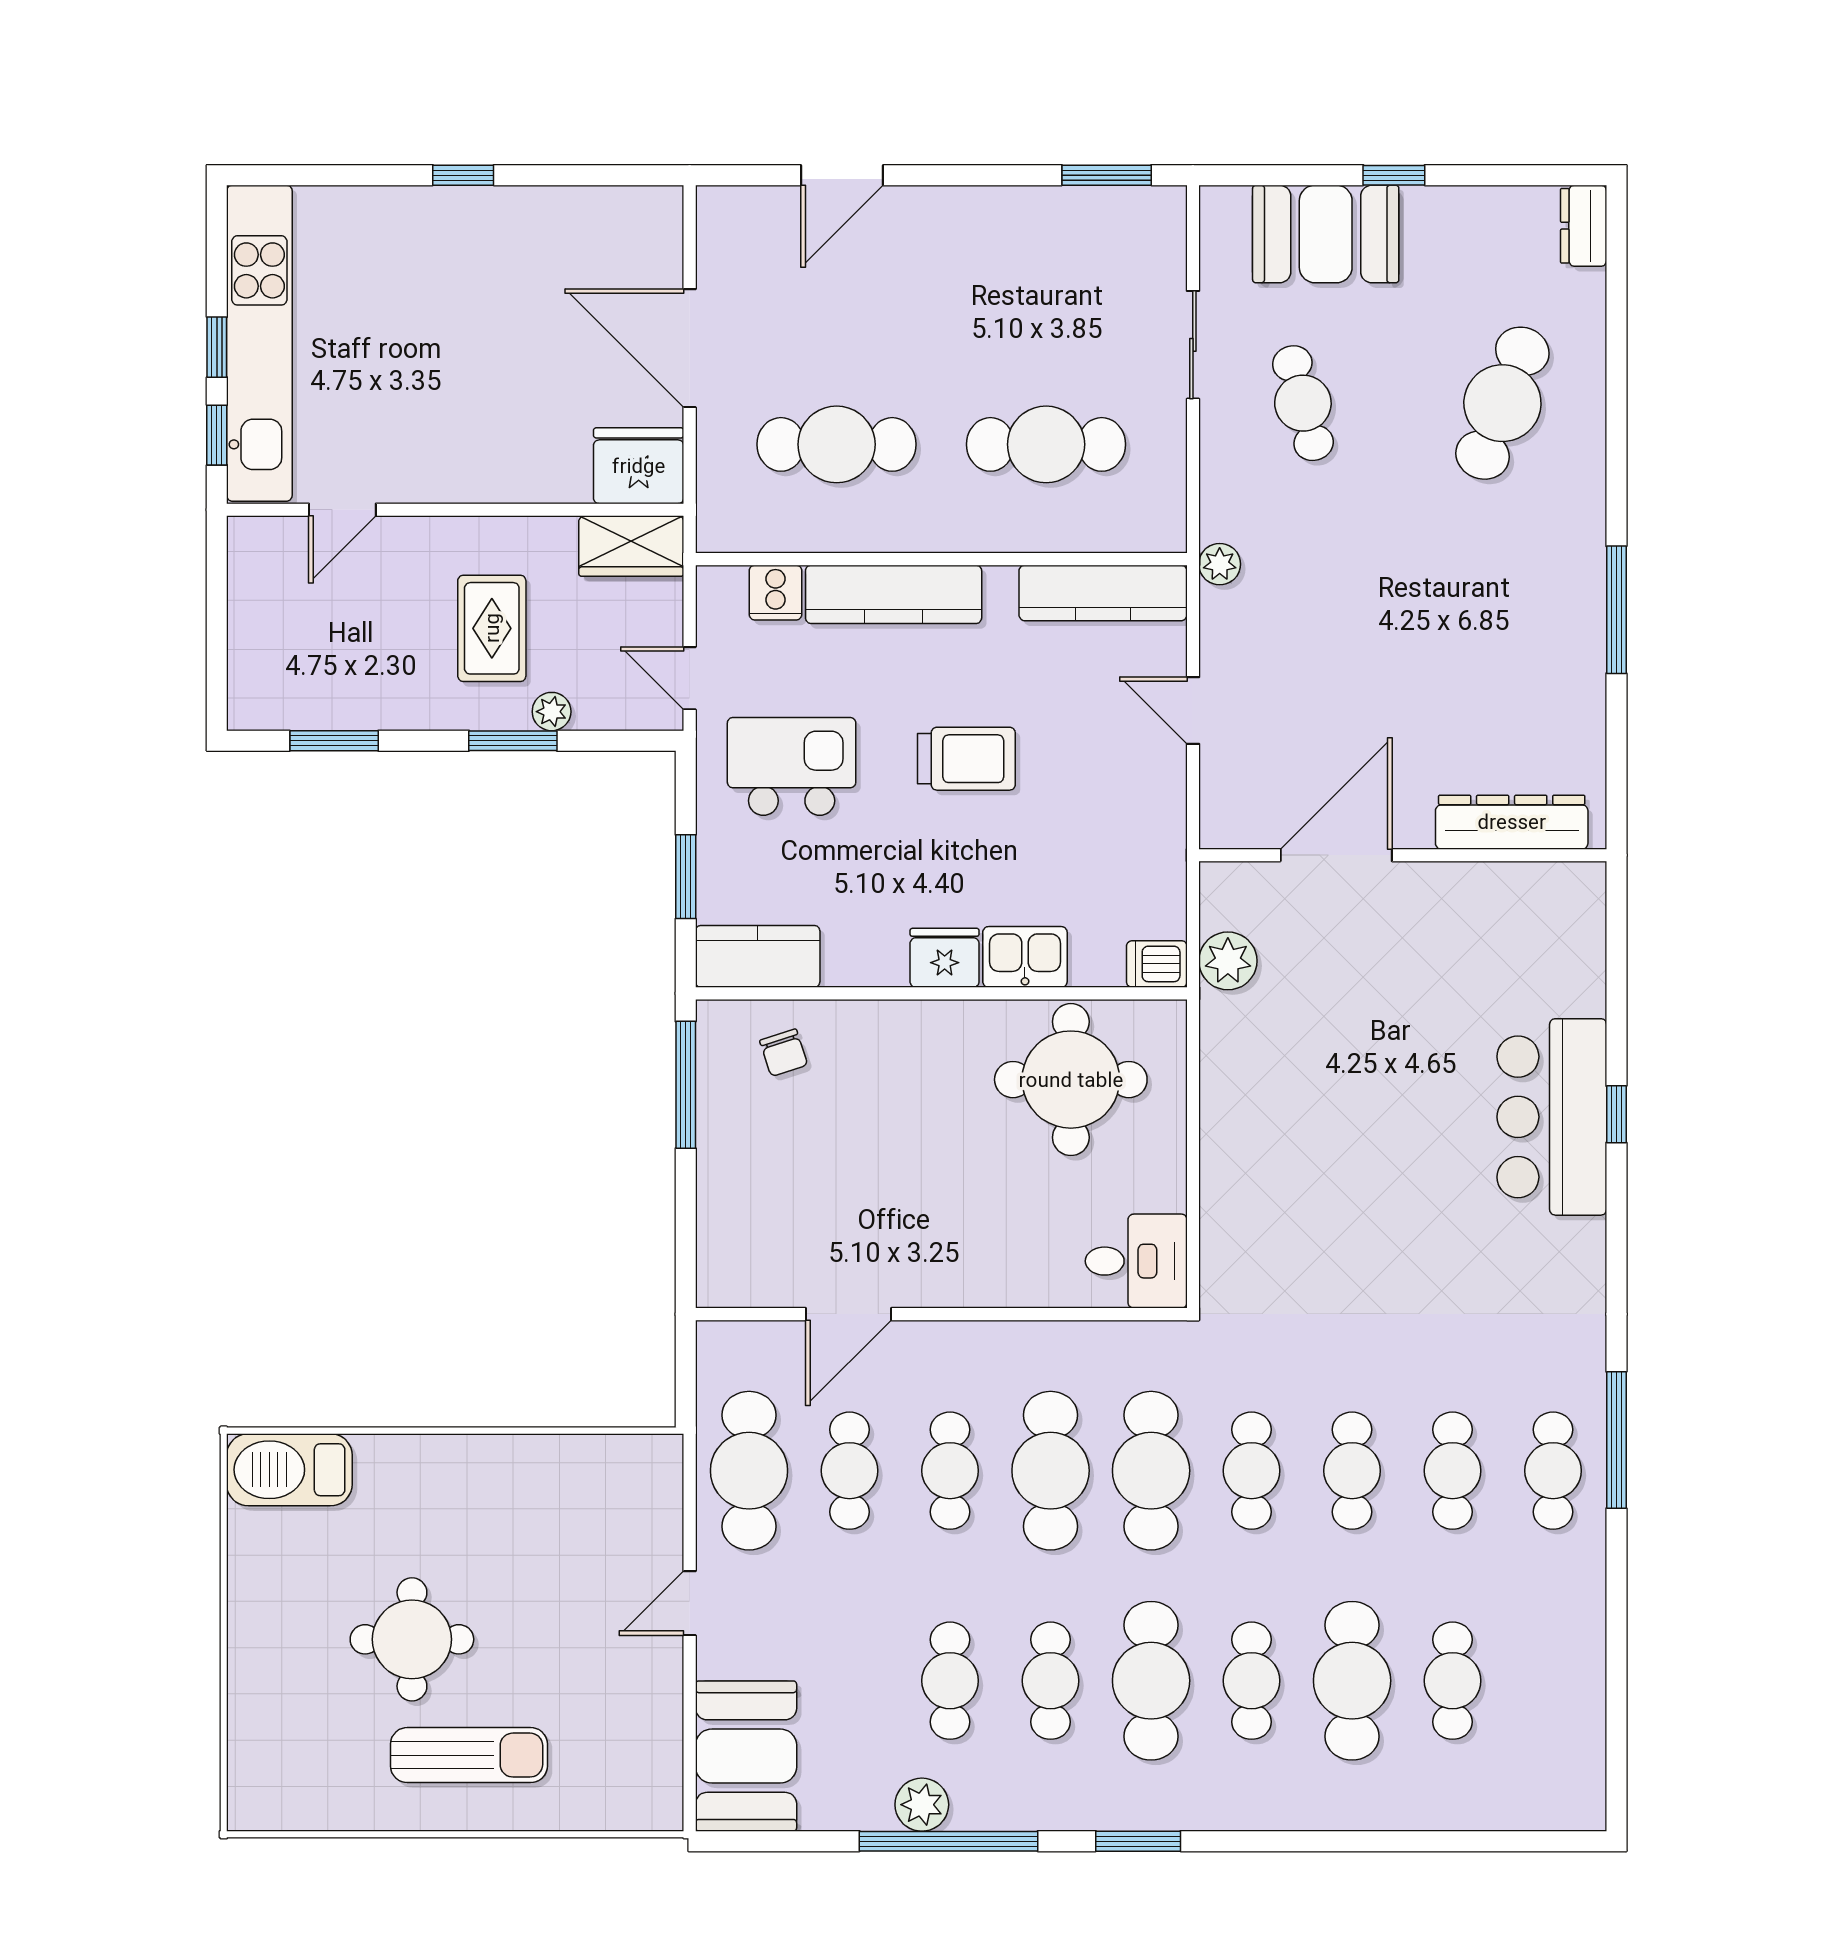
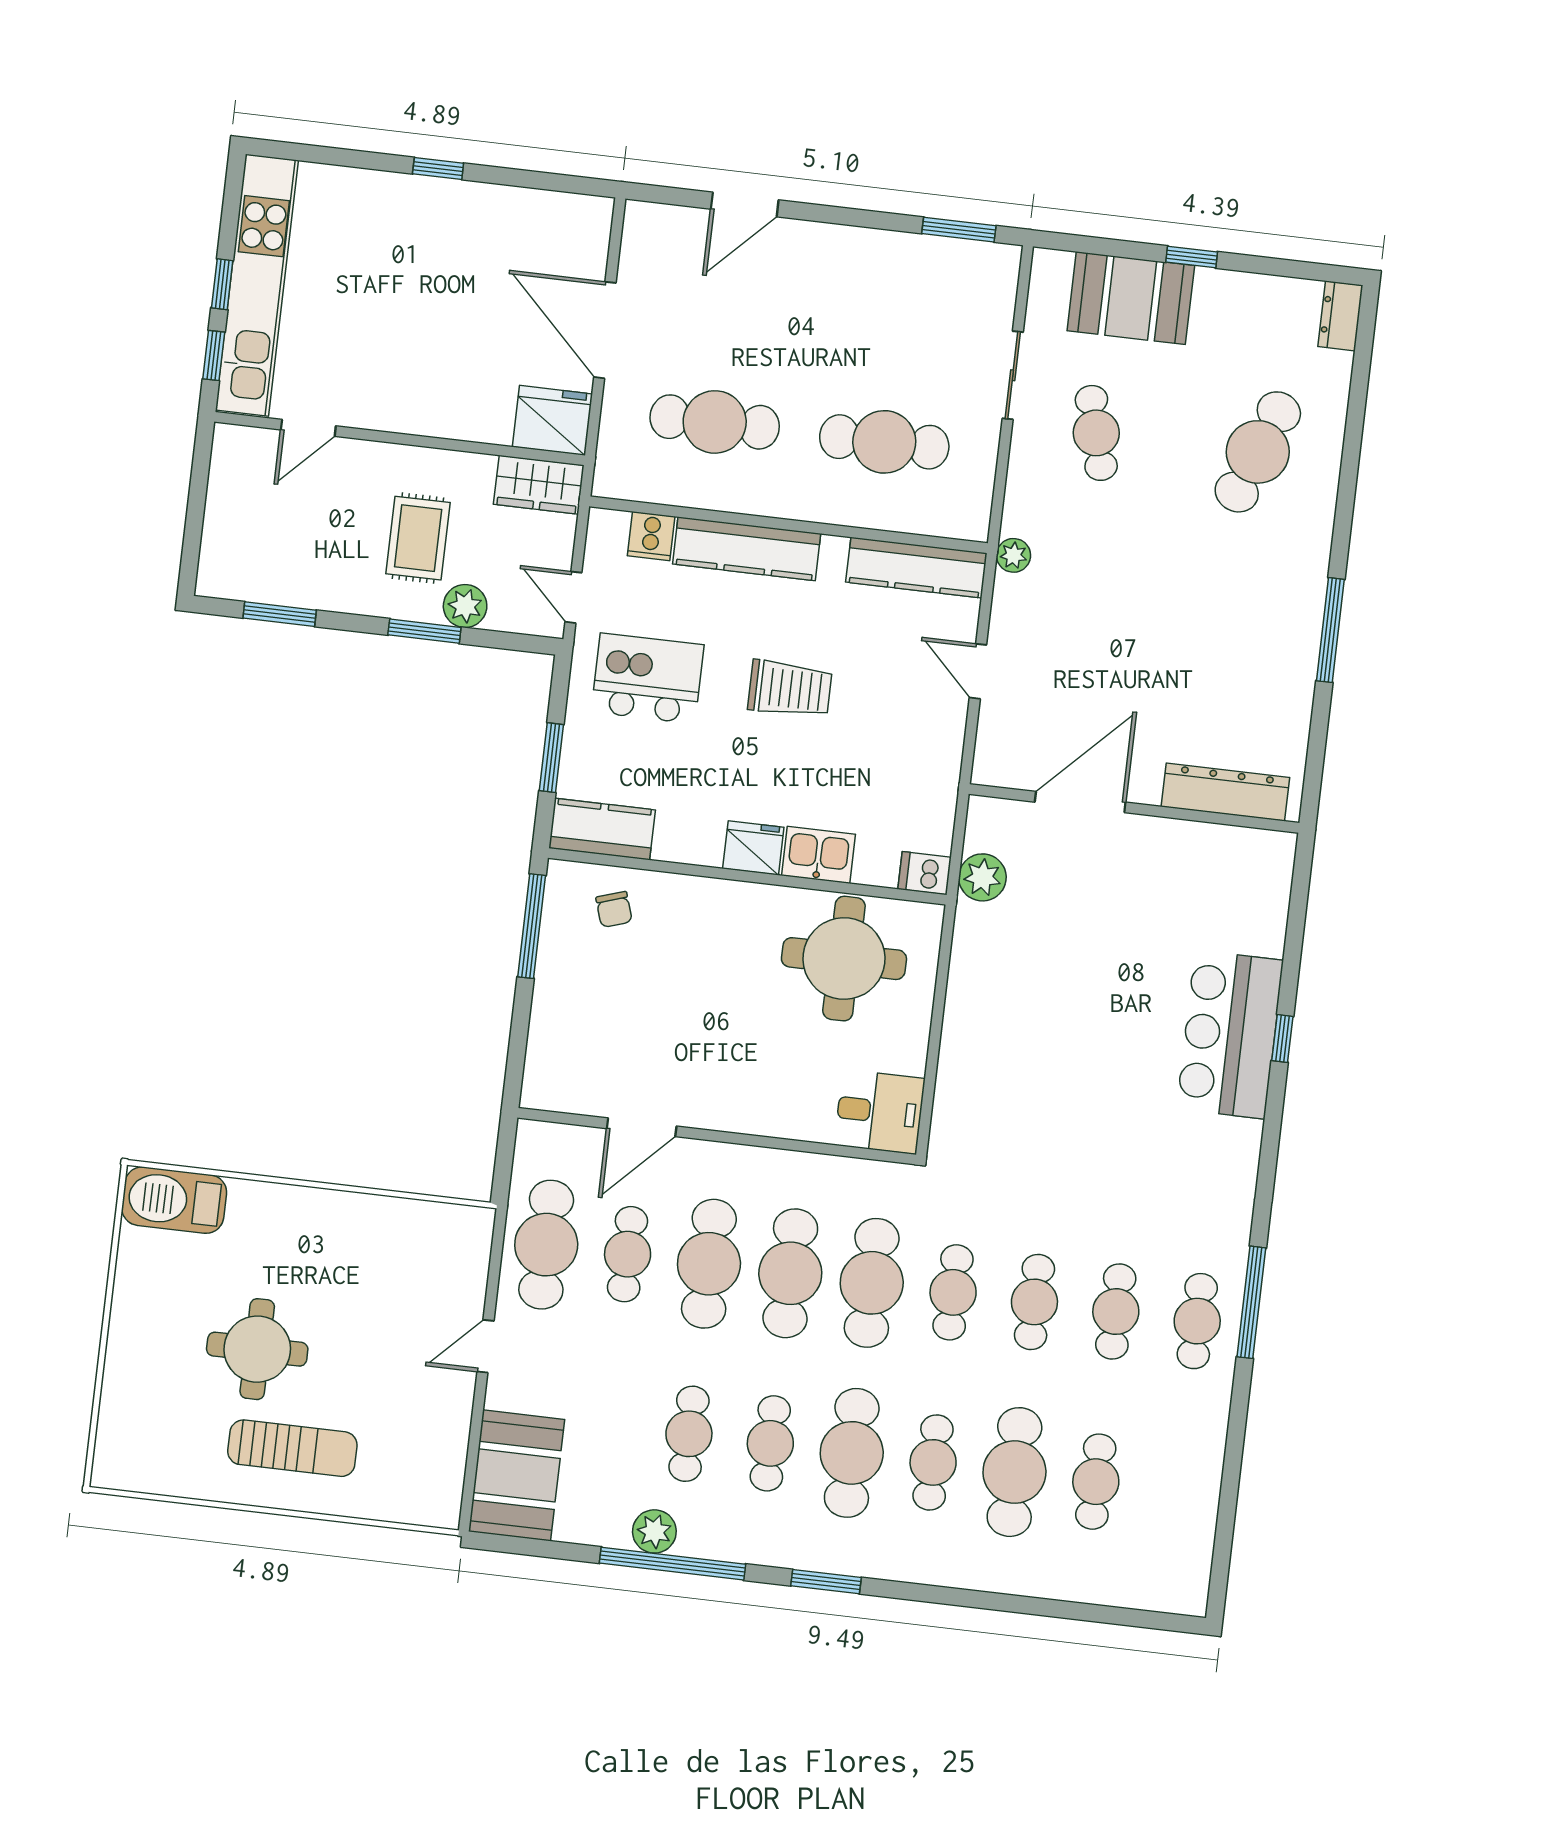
plant: (552, 712) -> (465, 606), width x1.38, depth x1.38
cafe table: (950, 1471) -> (709, 1264), width x1.37, depth x1.35

